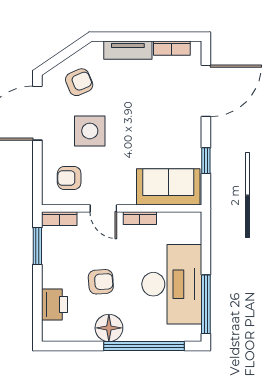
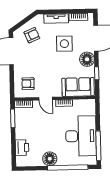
side table: (90, 131) -> (64, 44), moved
floor lamp: (187, 132) -> (87, 59), added
armchair: (101, 282) -> (45, 136), removed

